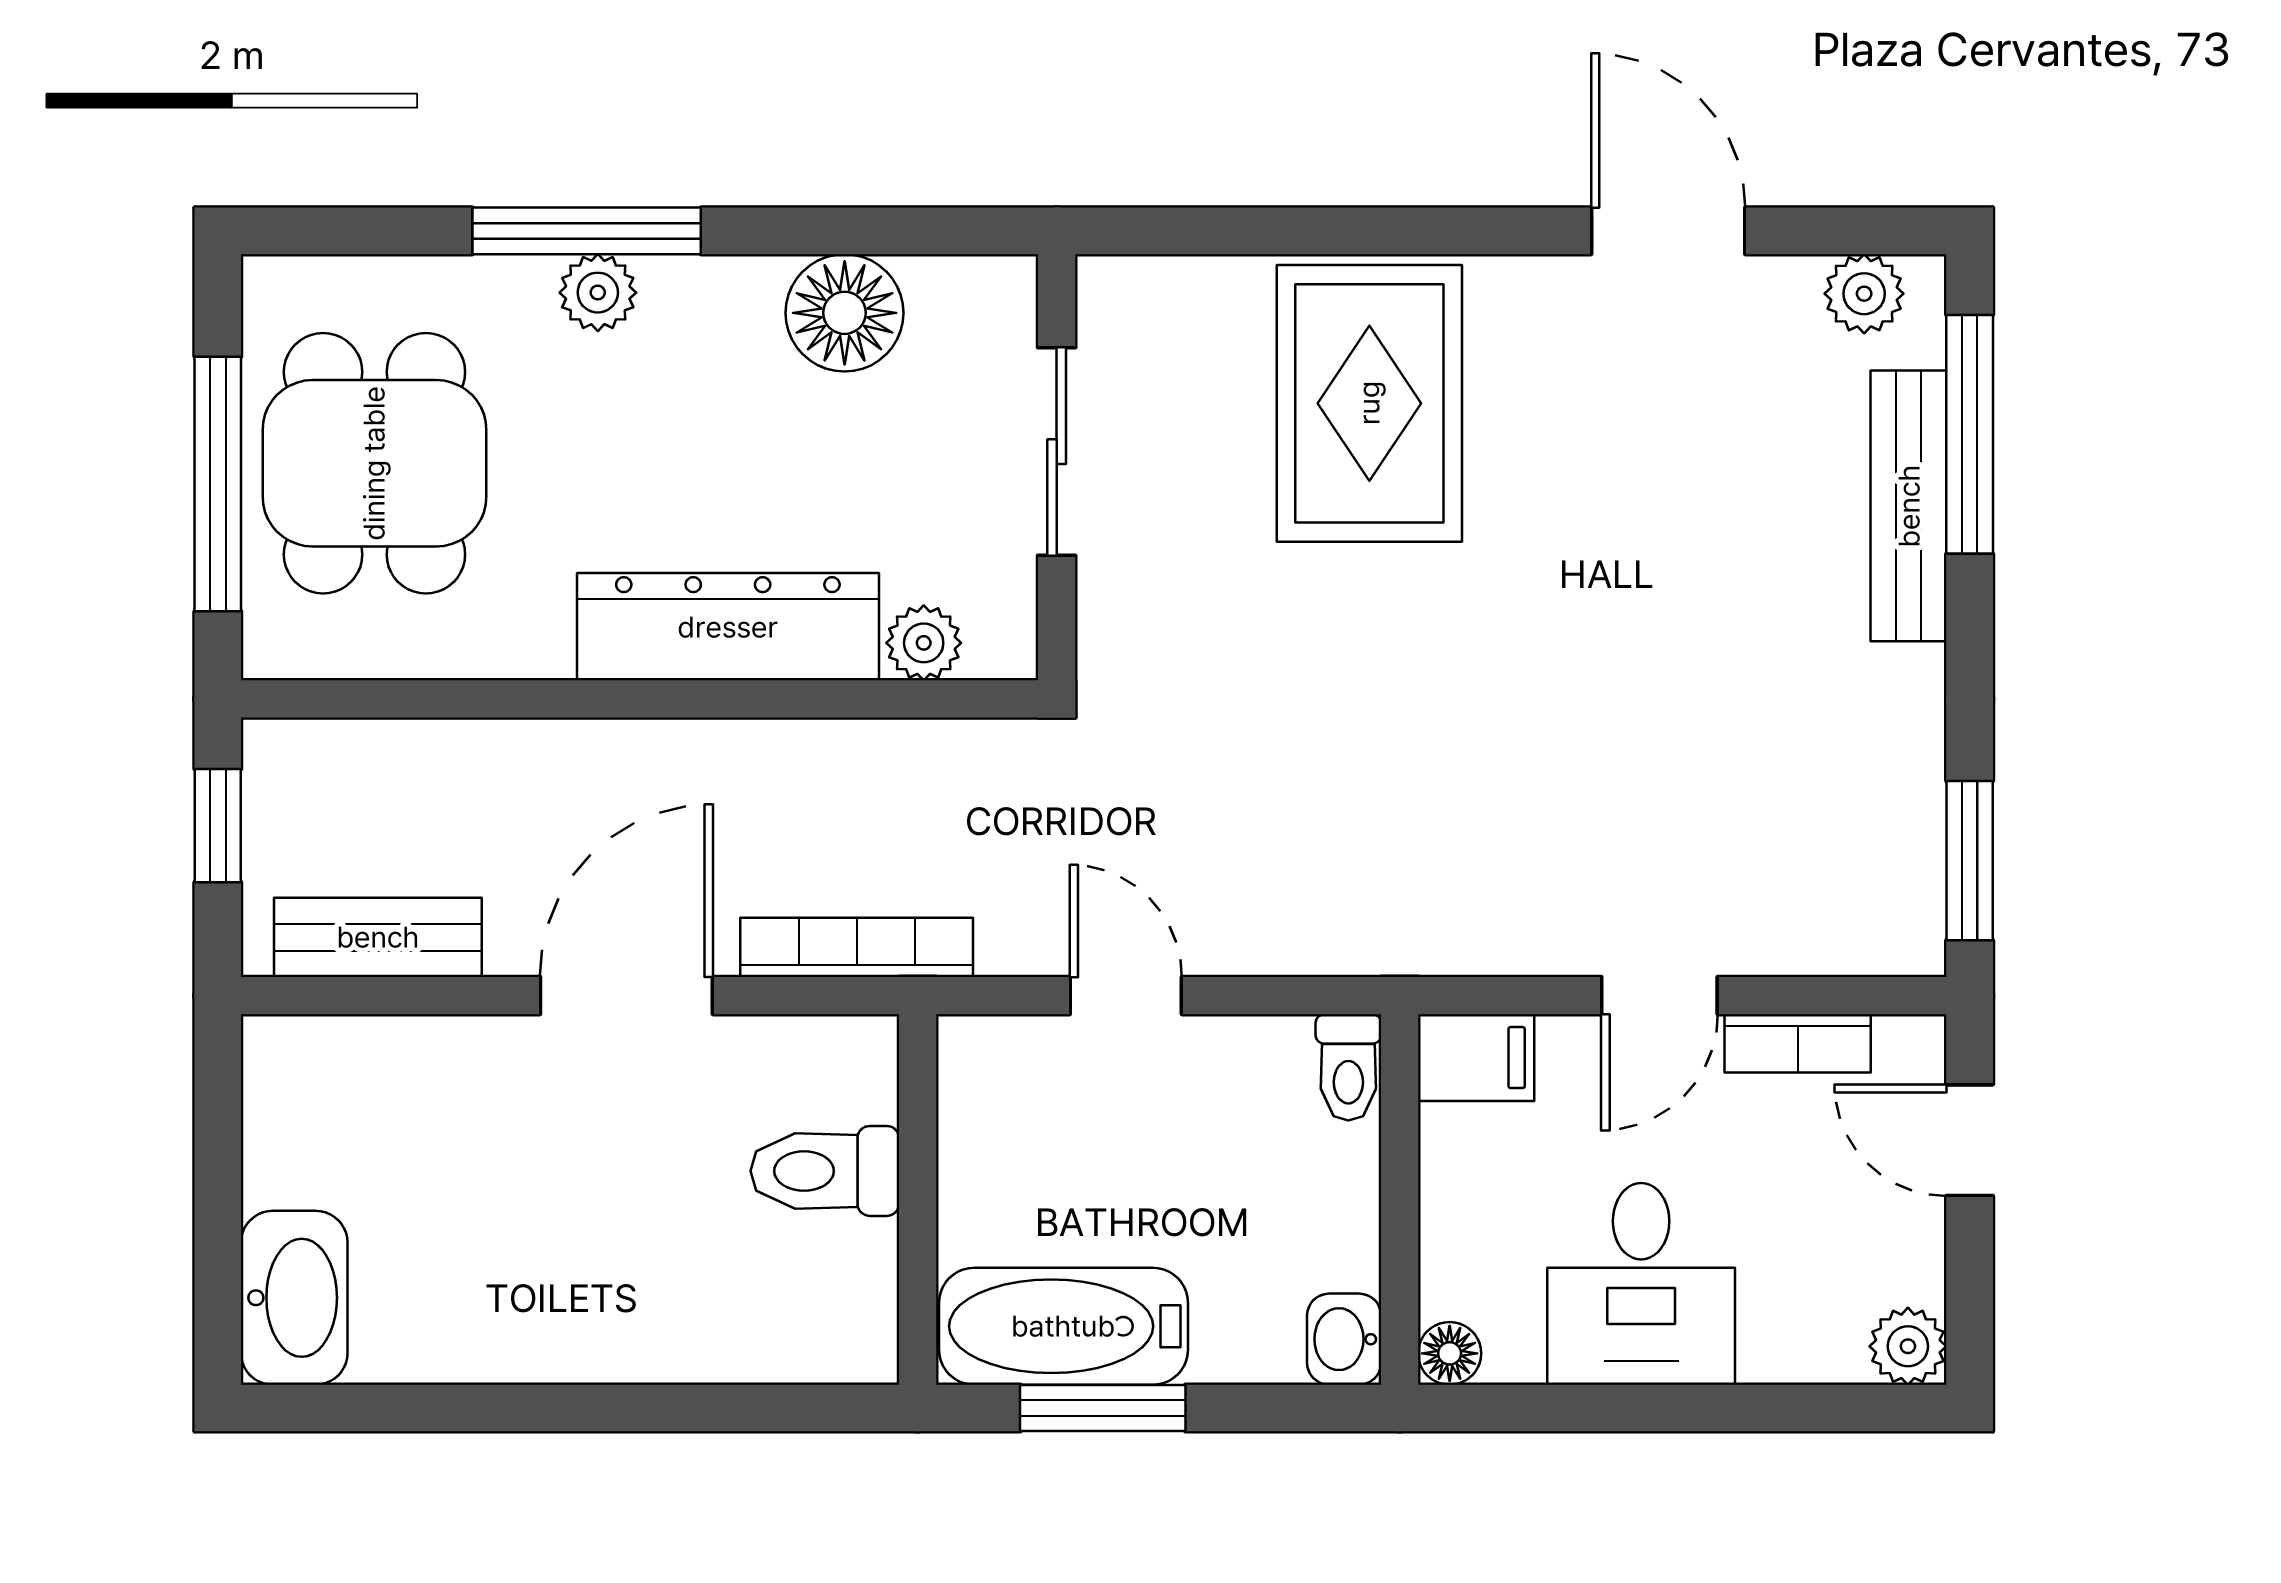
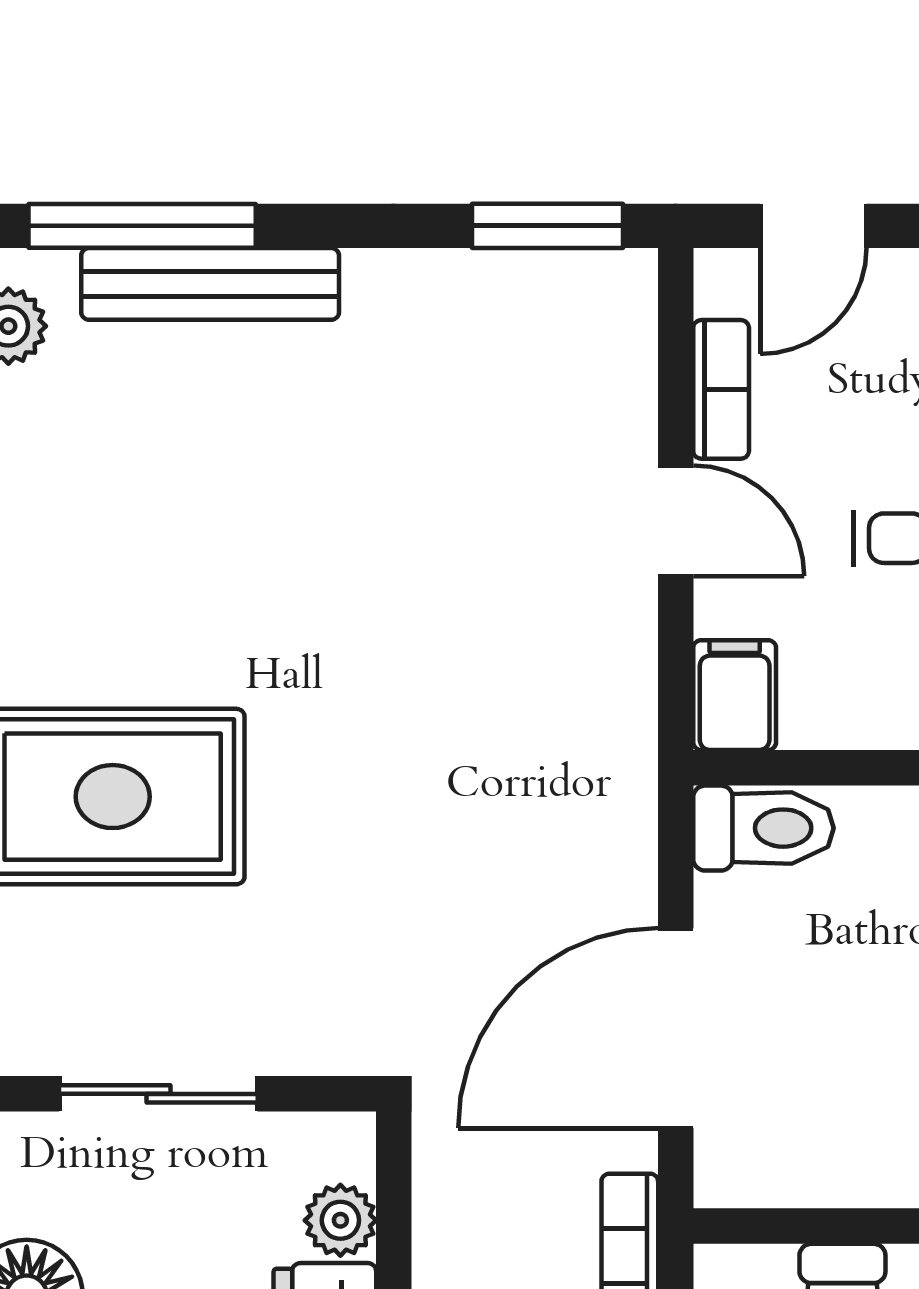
door: (1126, 996) -> (676, 1028), width x1.87
toilet: (1348, 1067) -> (763, 828), width x1.37, depth x1.39

